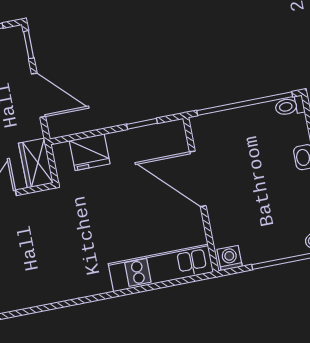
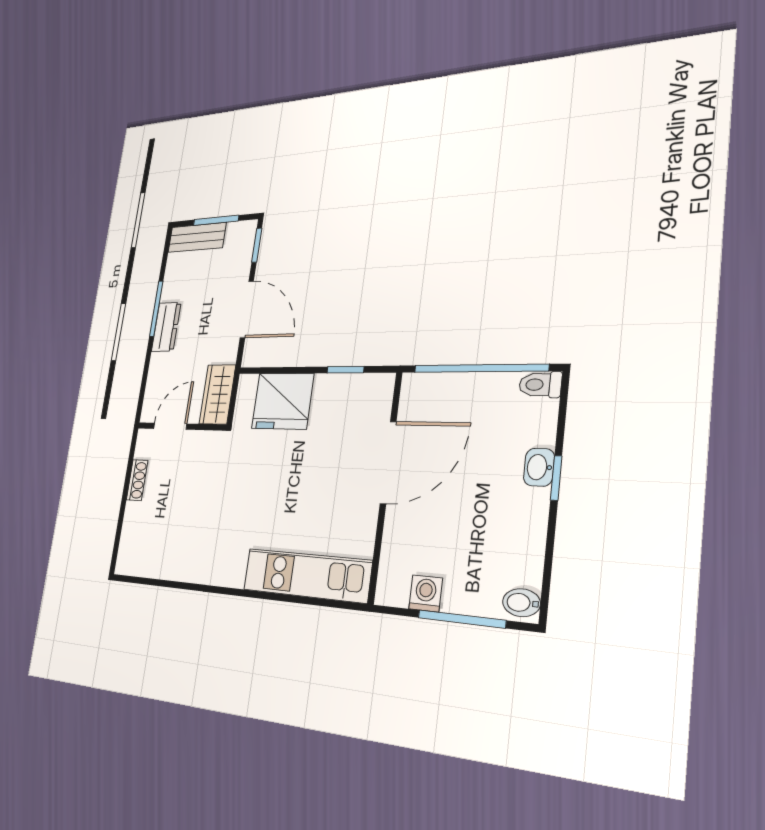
fridge: (90, 152) -> (283, 401), width x1.36, depth x1.34
door: (198, 179) -> (388, 462), swing flipped
washing machine: (230, 258) -> (426, 593), moved

